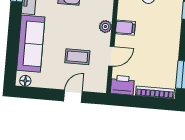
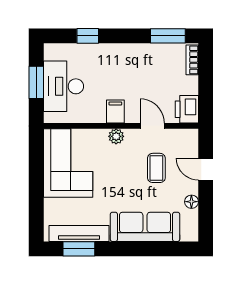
floor lamp: (25, 81) -> (191, 202), moved
bookcase: (155, 92) -> (192, 60), width x0.64

